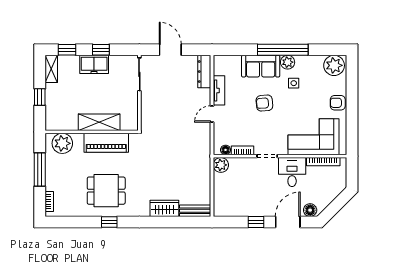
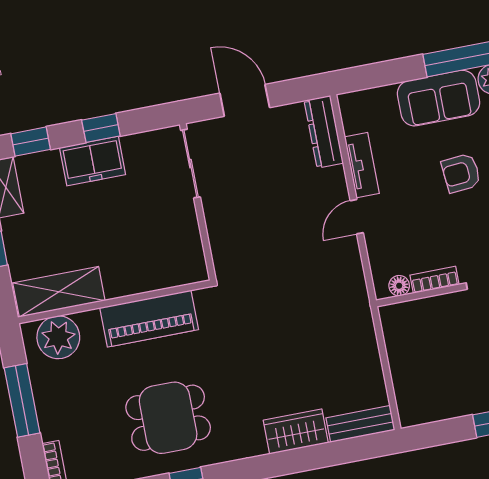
shelving: (99, 122) -> (59, 292), moved
plant: (221, 165) -> (395, 319), removed

